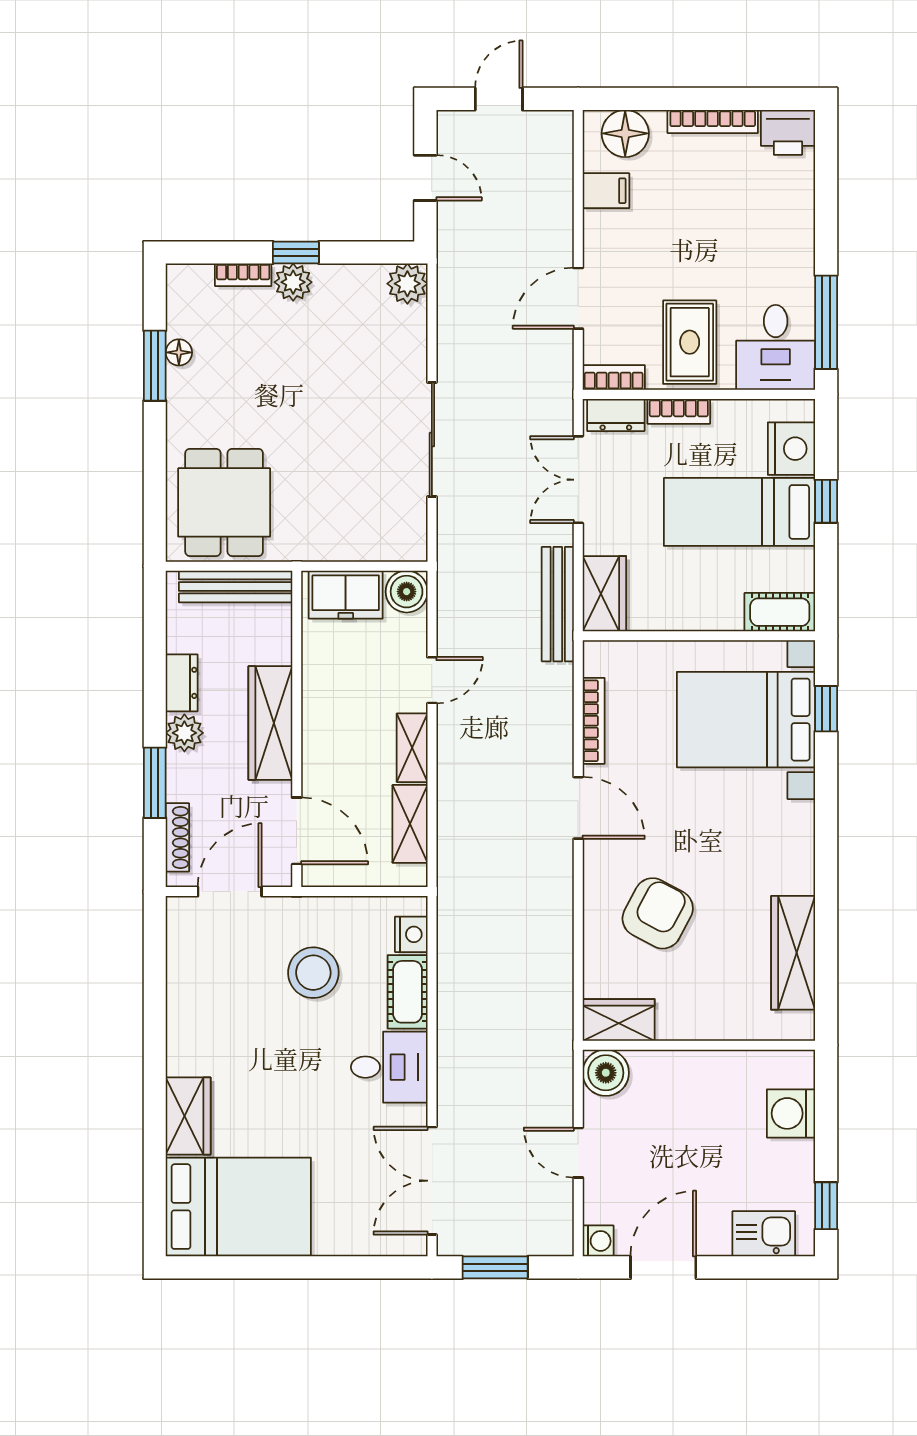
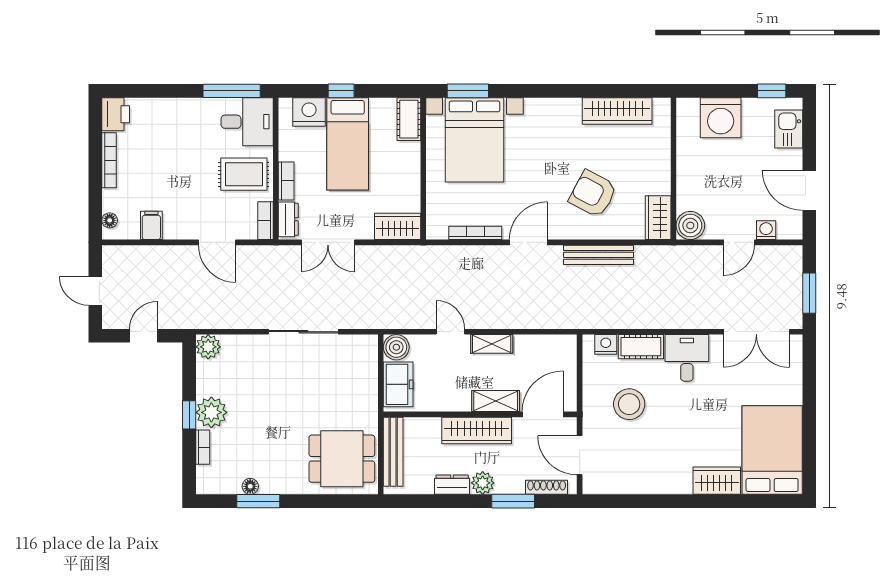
floor lamp: (625, 133) -> (110, 220), width x0.53, depth x0.53
plant: (293, 282) -> (211, 412), width x1.36, depth x1.36
bench: (558, 604) -> (598, 255), moved
window: (826, 709) -> (468, 91), width x1.50
shelving: (410, 824) -> (496, 401), moved
washing machine: (791, 1113) -> (721, 118), width x1.37, depth x1.37
washing machine: (598, 1241) -> (766, 230), moved

